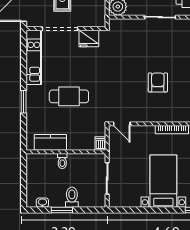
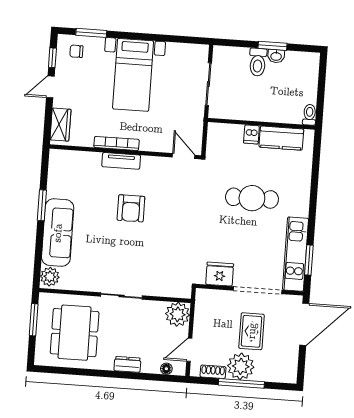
window: (24, 102) -> (309, 260), moved
tv unit: (168, 117) -> (121, 161), added
dishwasher: (100, 143) -> (251, 134), moved
toilet: (62, 161) -> (309, 115), moved
washbasin: (42, 203) -> (276, 56), moved

